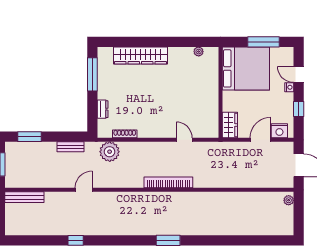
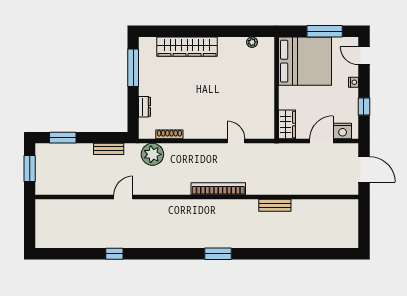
door: (299, 74) -> (364, 56), moved
bench: (24, 197) -> (275, 205), moved, width x0.73
plant: (289, 200) -> (353, 209), removed

